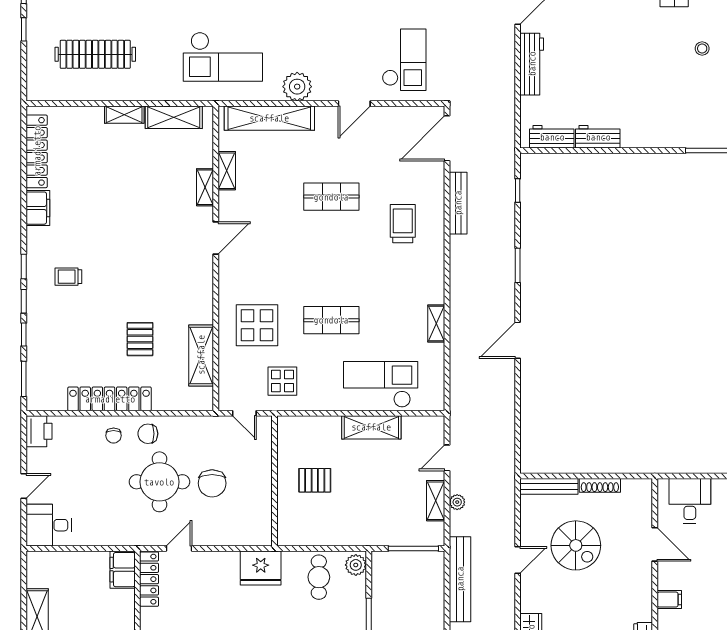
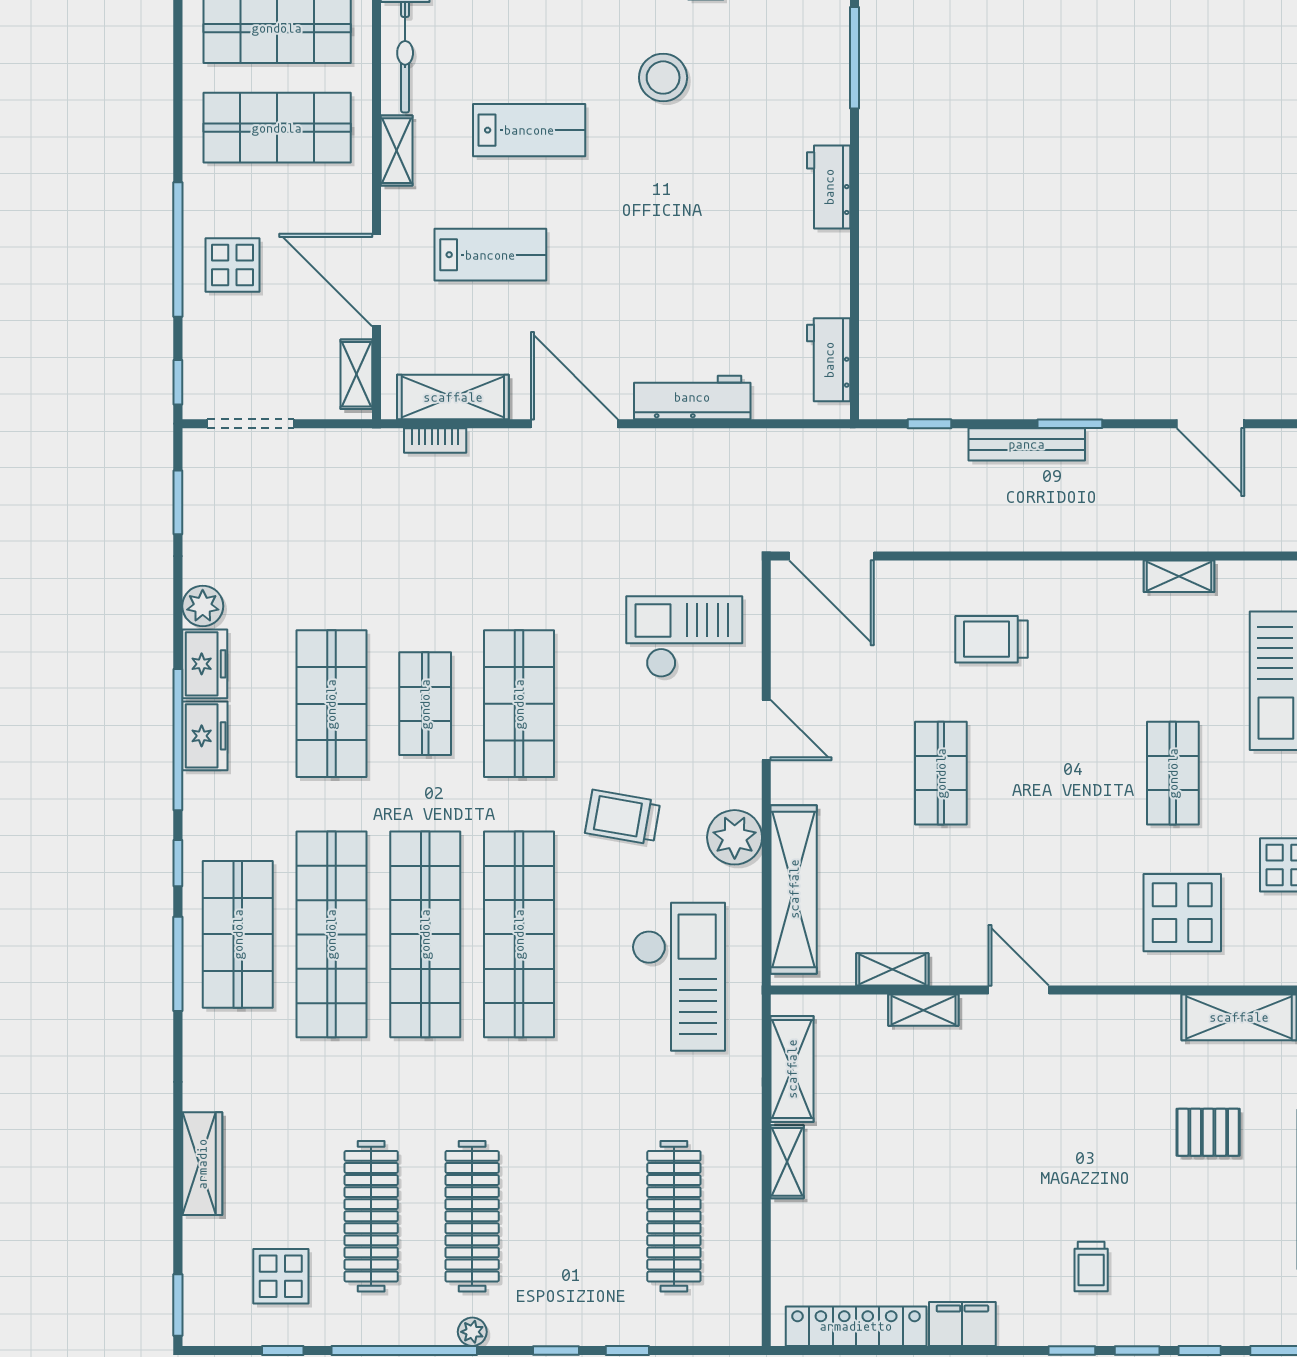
trolley: (308, 27) -> (623, 817), added
stool: (702, 49) -> (663, 78), width x1.89, depth x1.89
workbench: (598, 137) -> (829, 187), moved
bench: (458, 203) -> (1027, 444), moved

